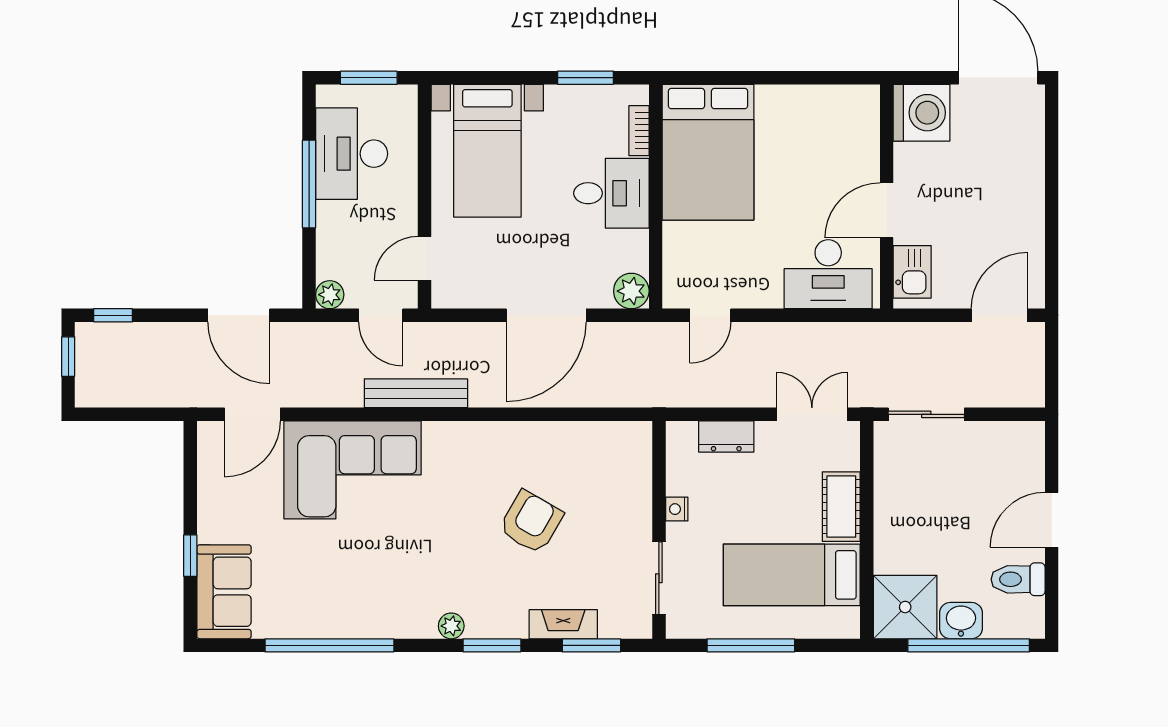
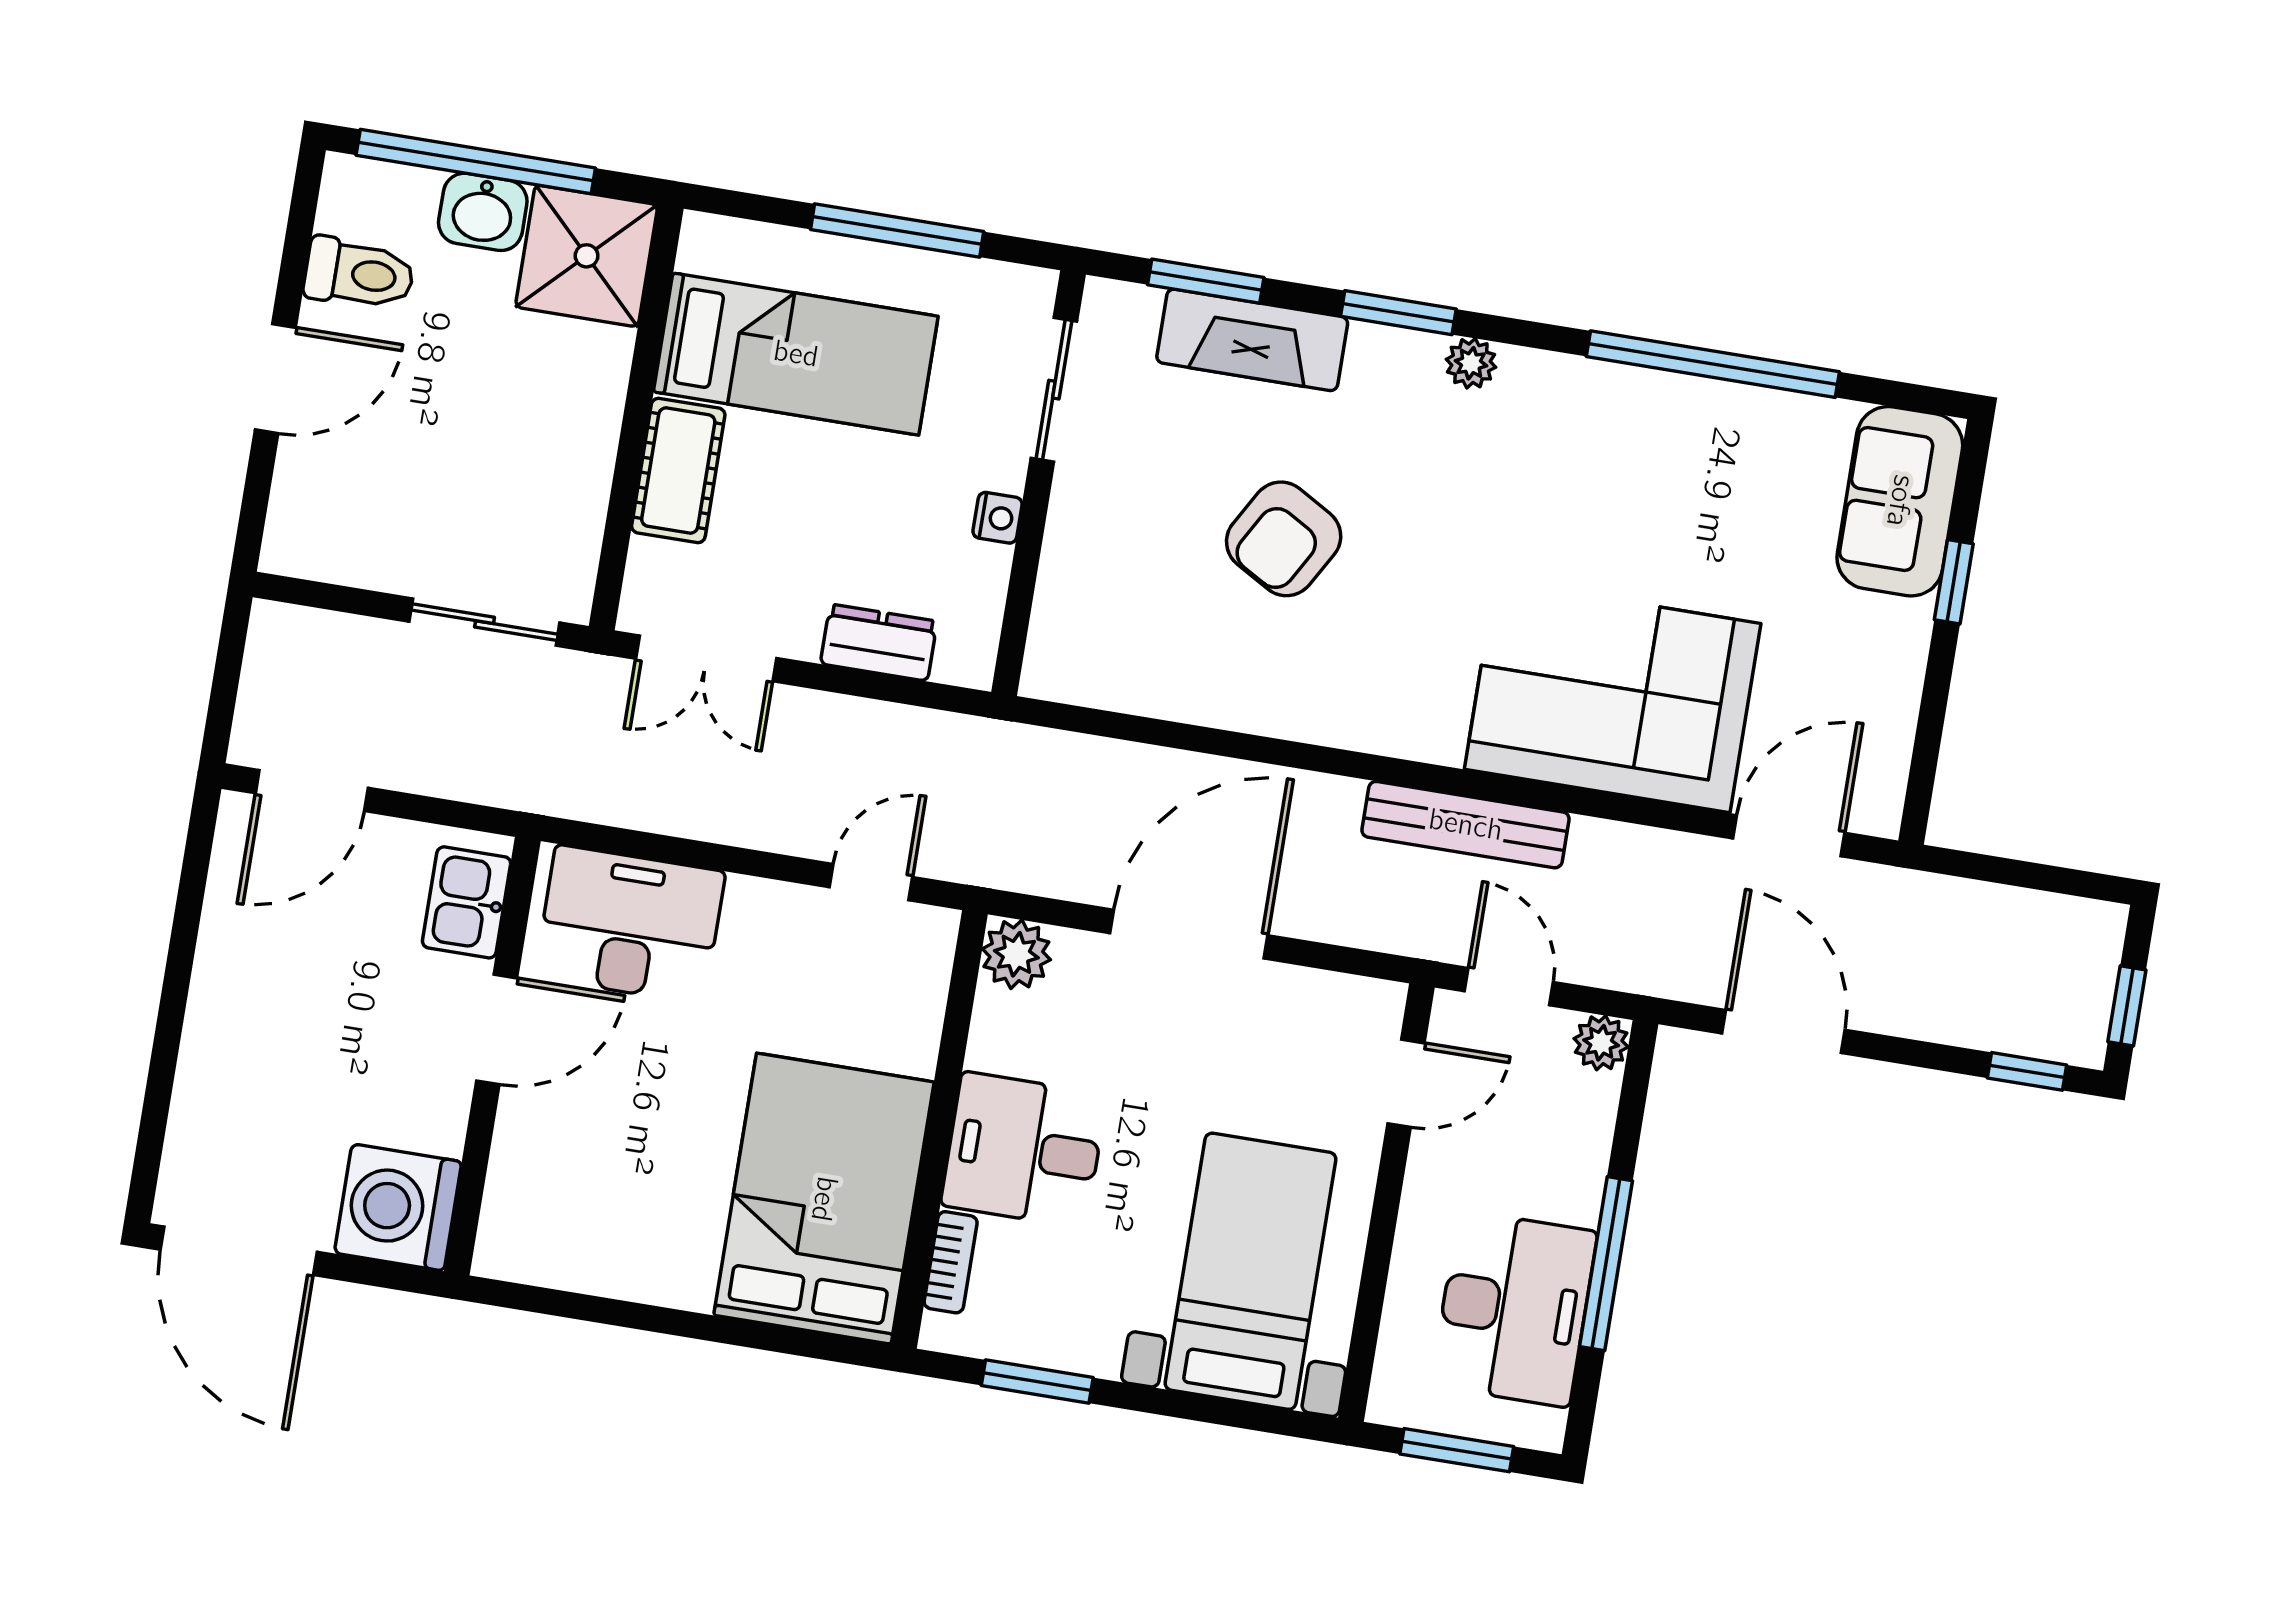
fireplace: (563, 624) -> (1252, 340), width x1.37, depth x1.32

